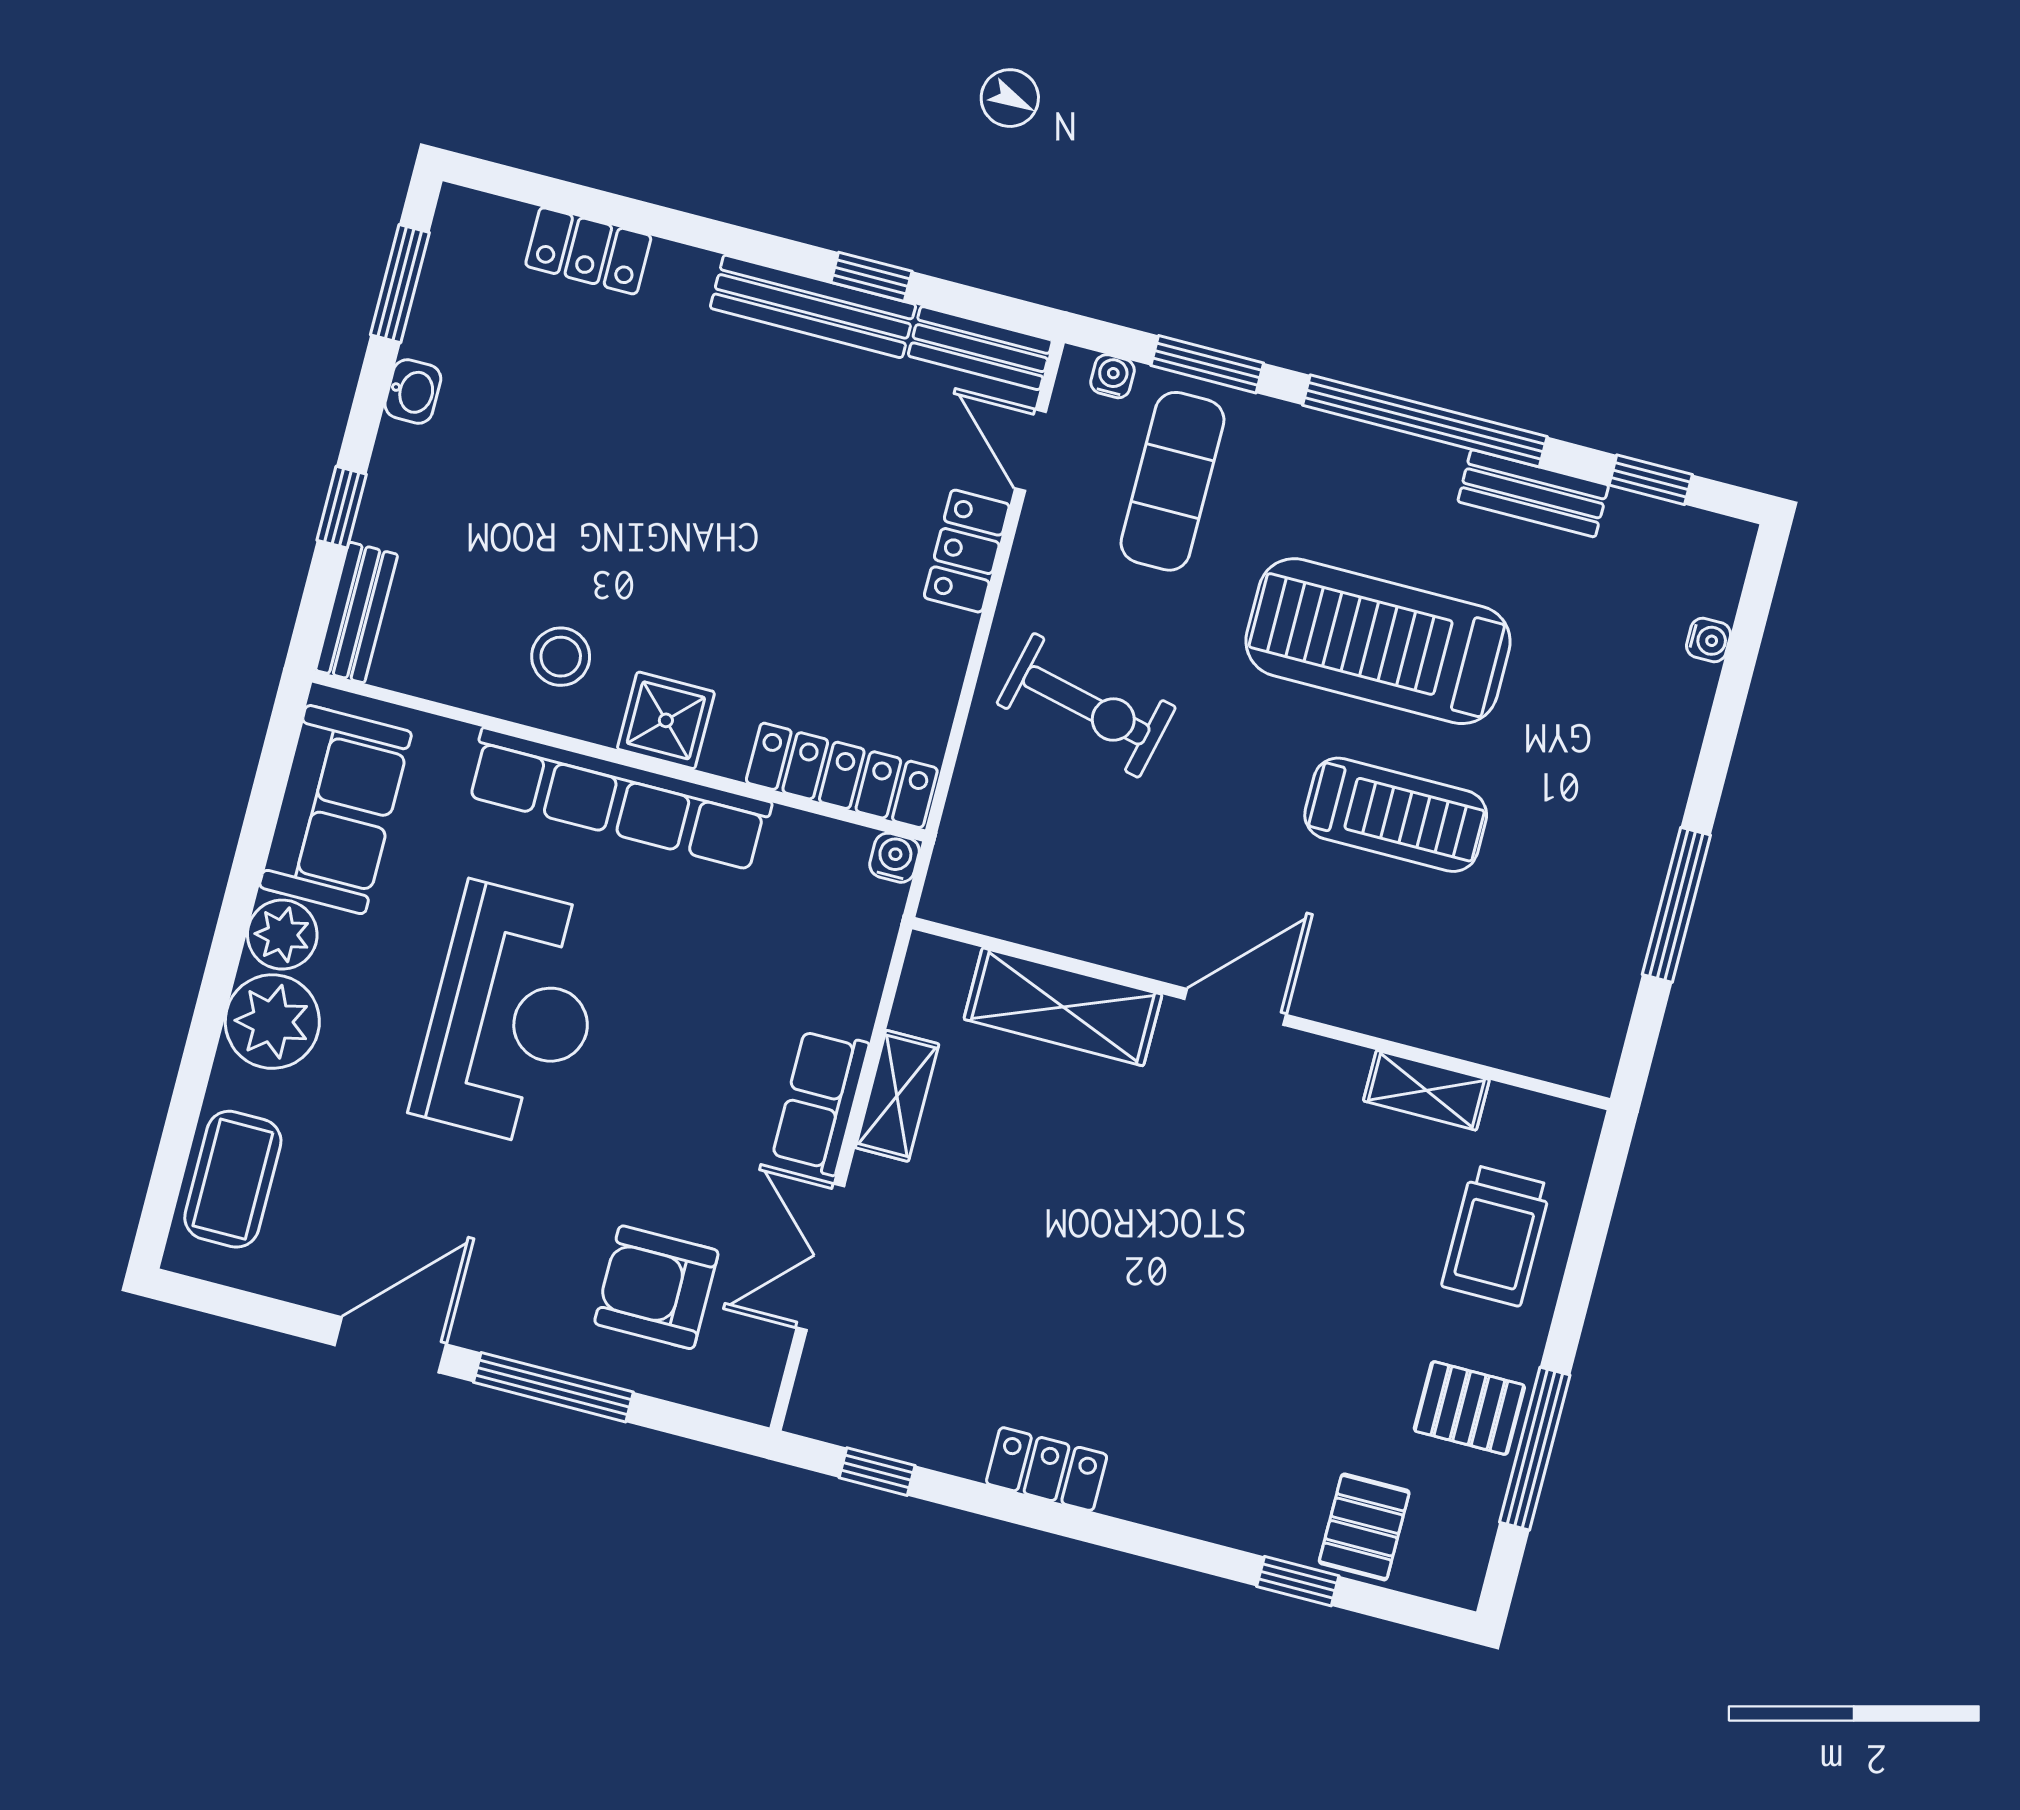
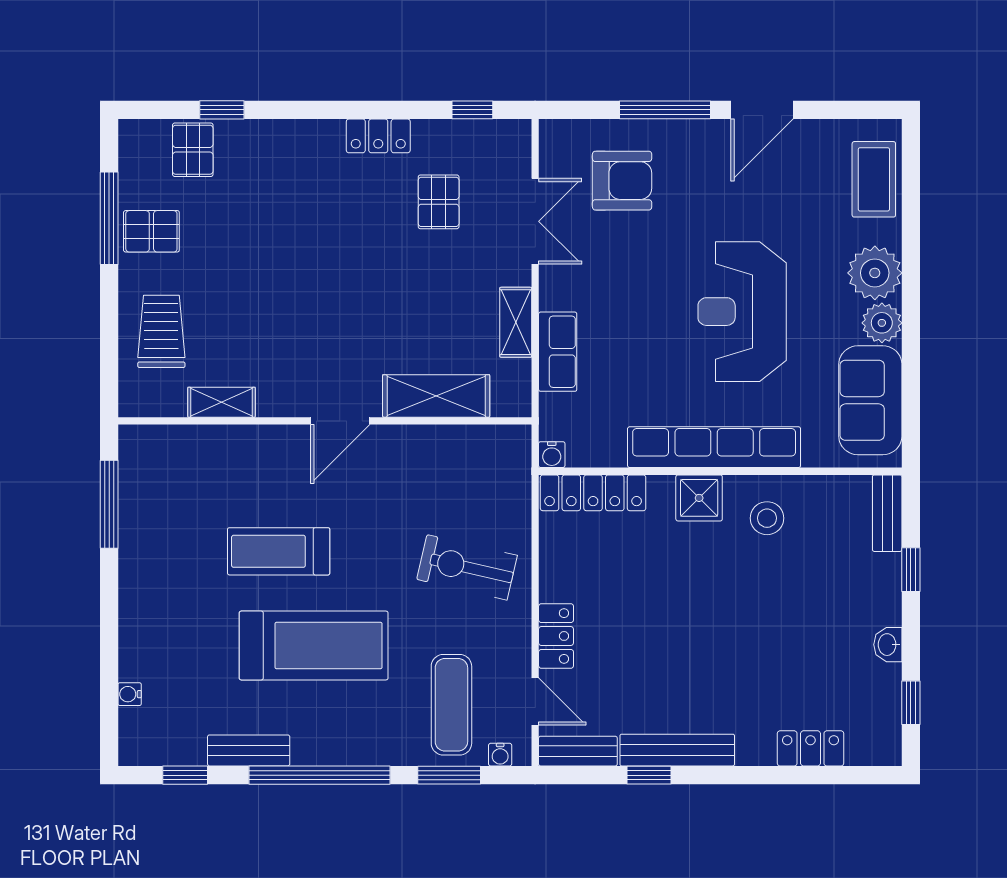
window: (400, 284) -> (911, 703), width x0.67
window: (1676, 905) -> (109, 504), moved
row of seats: (820, 1101) -> (558, 352), moved
pallet: (974, 1332) -> (439, 202), added

